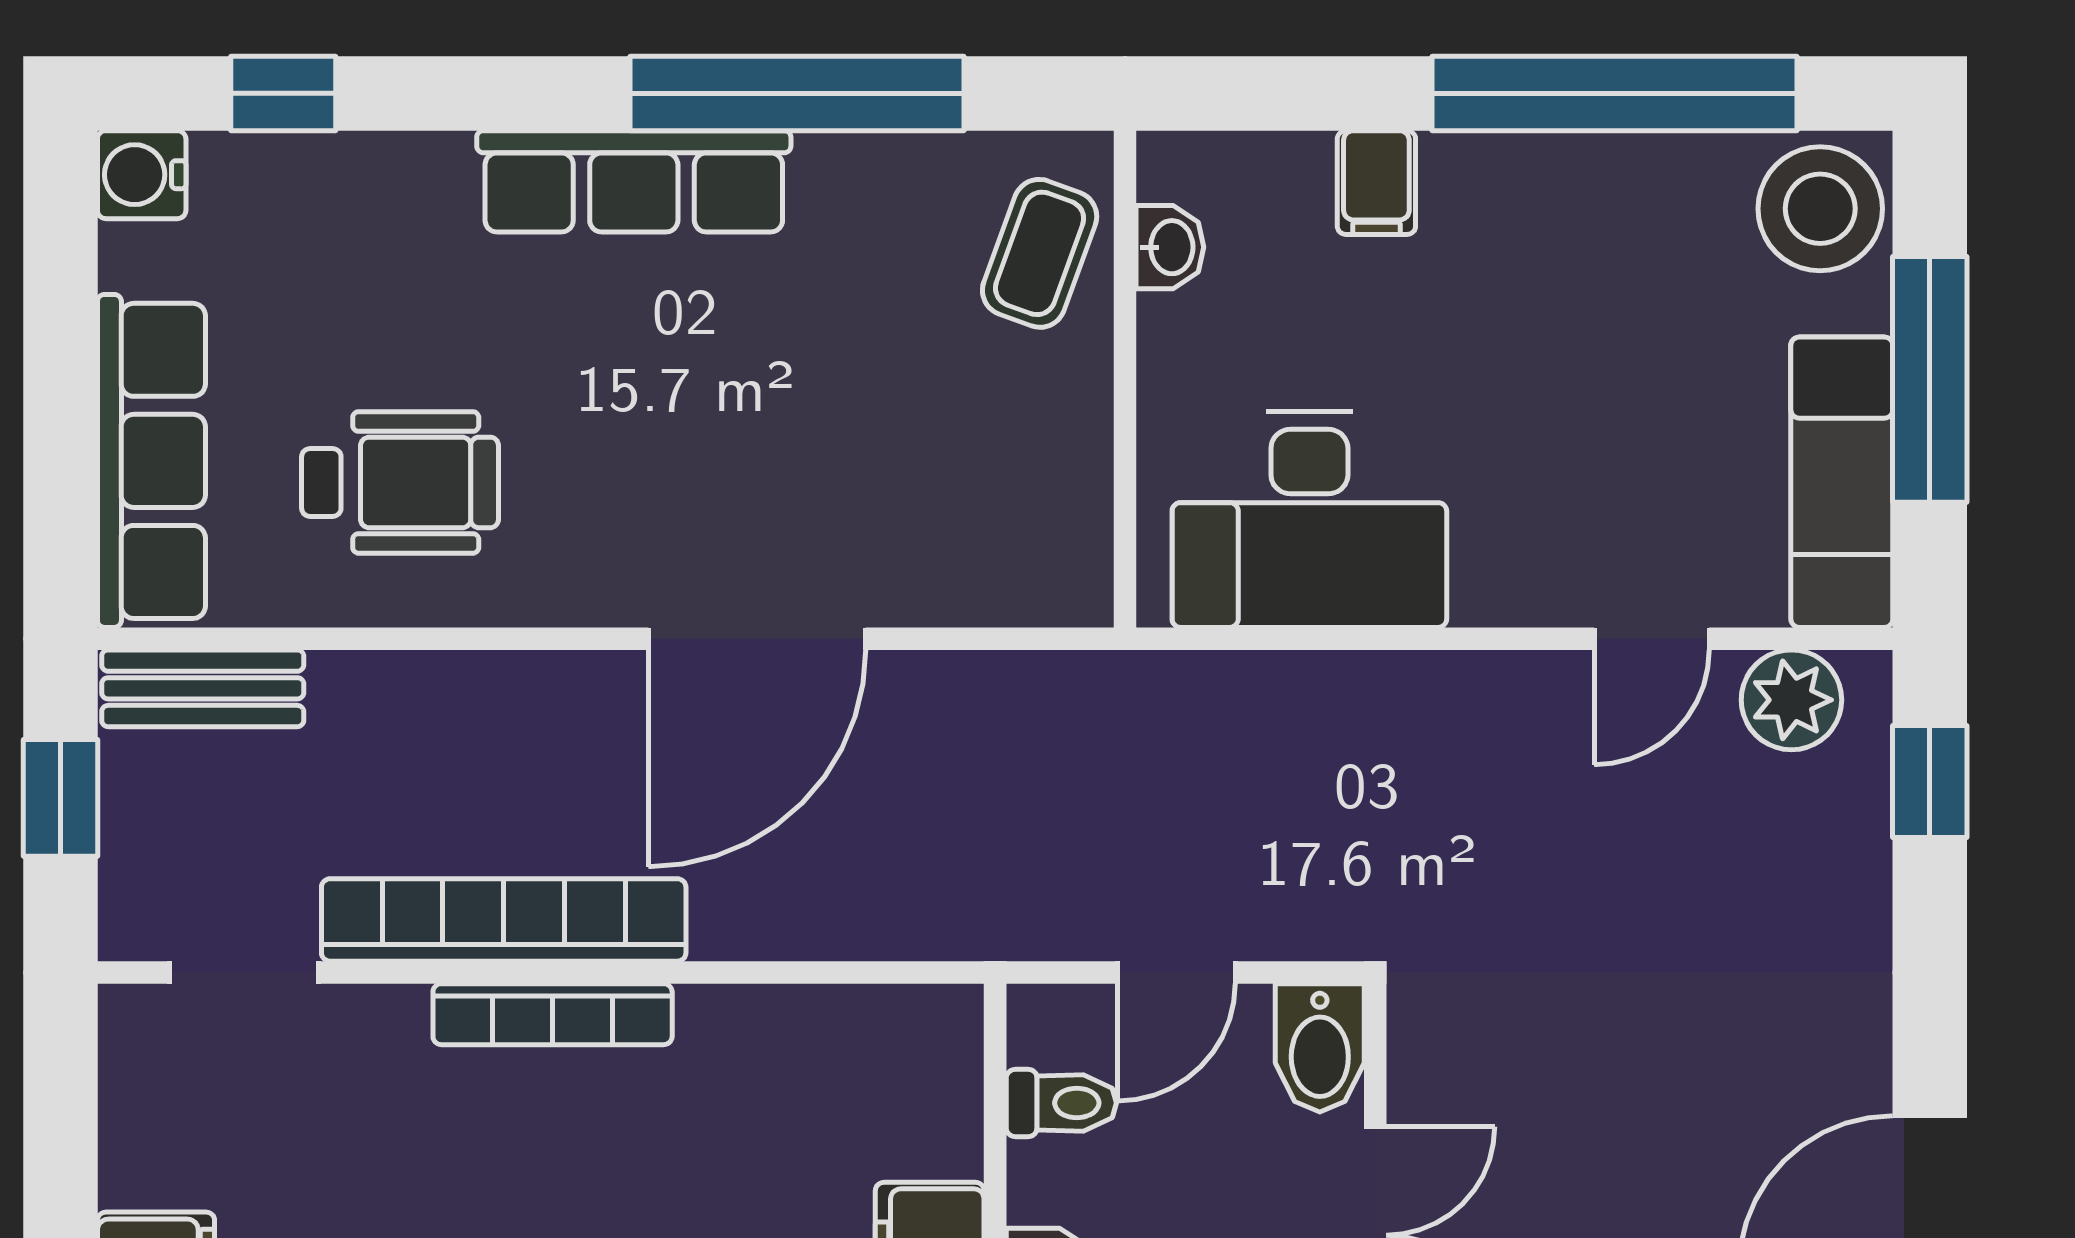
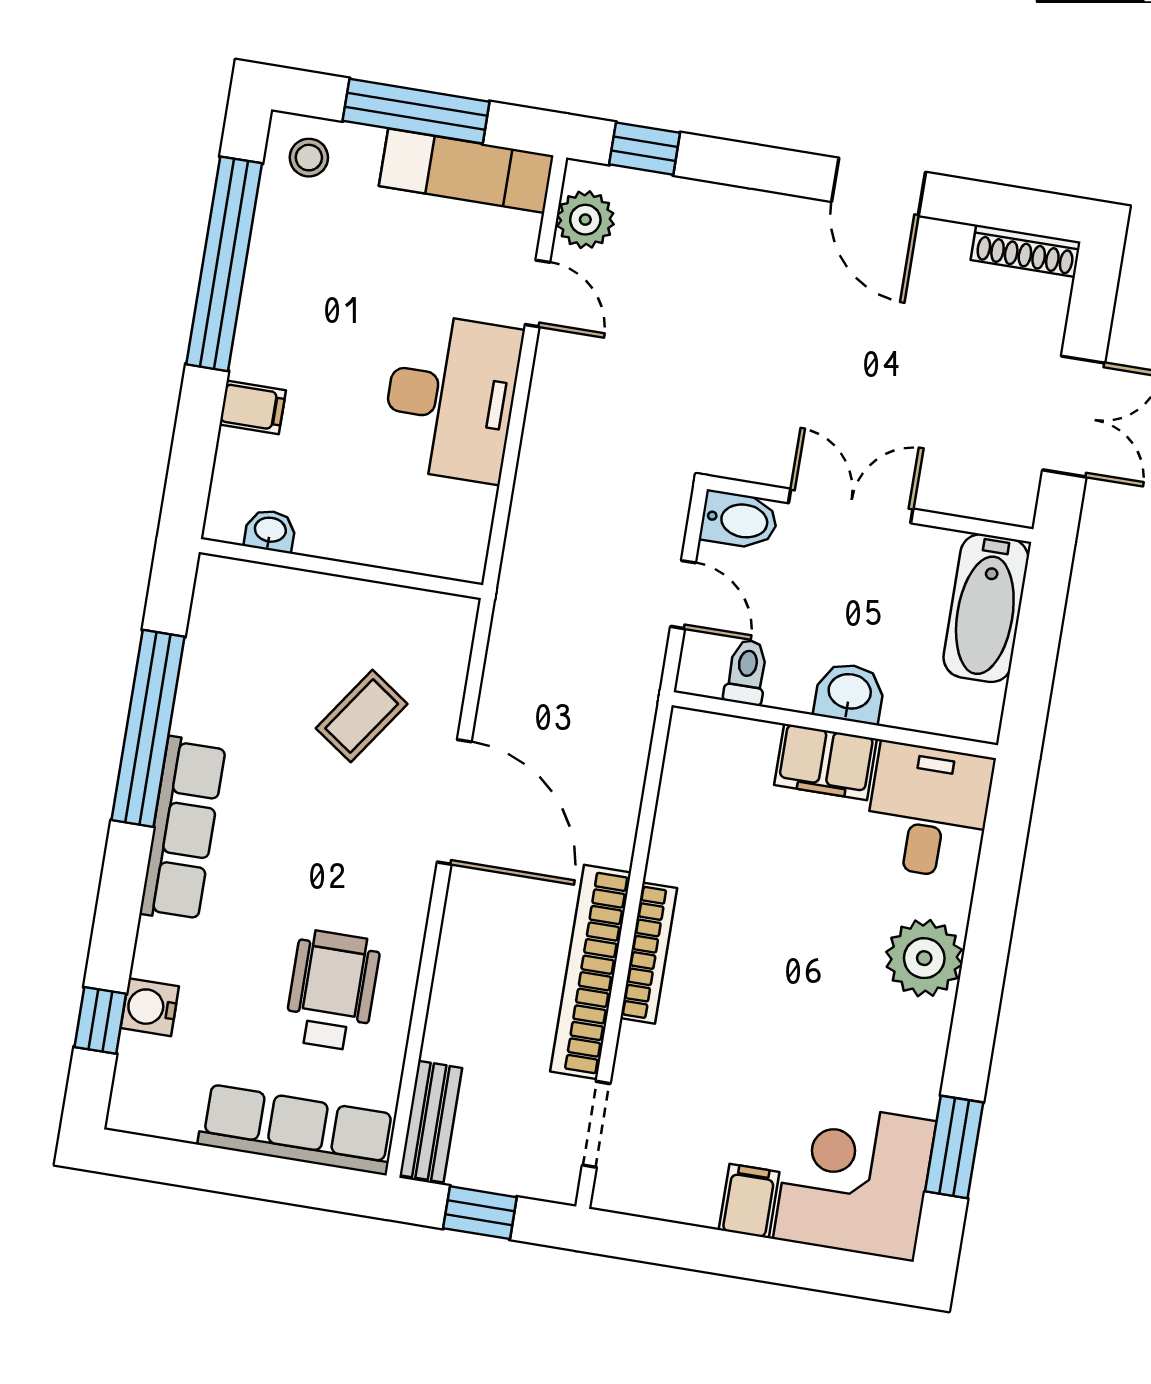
water cooler: (142, 175) -> (150, 1007), moved, turned 90
stool: (1820, 209) -> (309, 158), width x0.53, depth x0.53
coffee table: (1040, 253) -> (362, 716), moved, turned -75
desk: (1309, 520) -> (451, 398), moved

